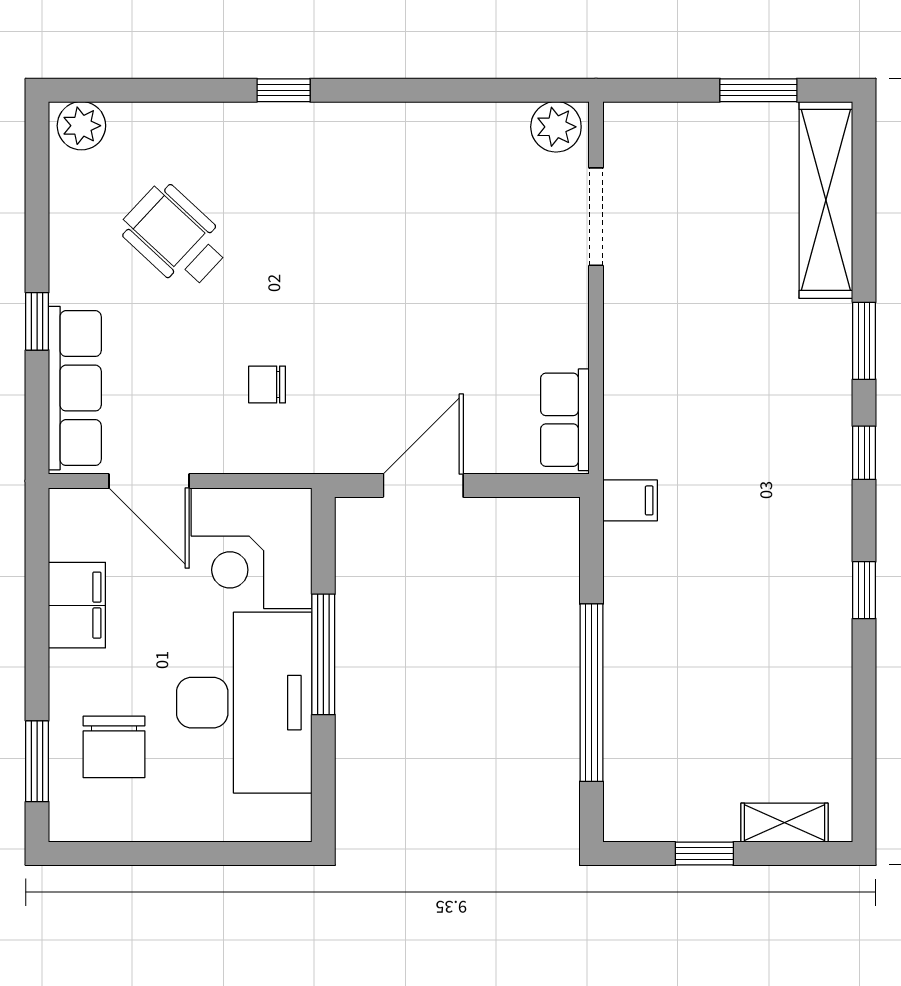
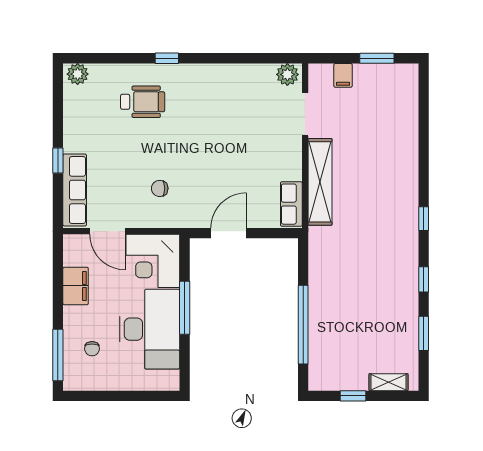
shelving: (826, 200) -> (320, 182), moved
wheelchair: (175, 236) -> (143, 102), moved, turned 137
window: (864, 341) -> (424, 333), moved
filing cabinet: (630, 500) -> (343, 75), moved, turned 90
chair: (114, 747) -> (92, 349), width x0.54, depth x0.54
window: (37, 761) -> (58, 355), width x1.44

